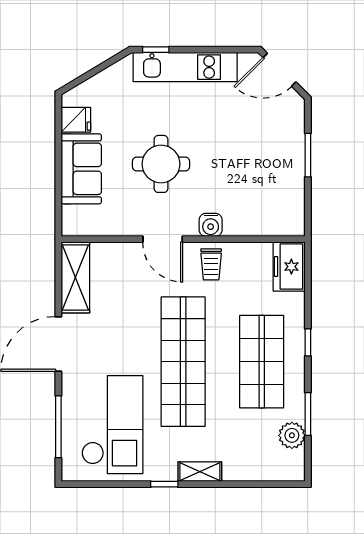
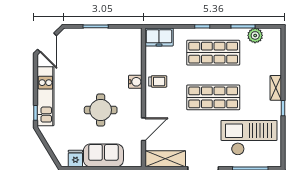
door: (163, 239) -> (143, 129), moved
shop shelf: (183, 362) -> (213, 97), width x0.71

